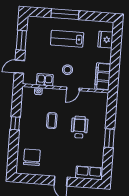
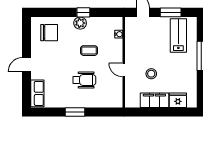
lab bench: (67, 39) -> (178, 35), moved
stool: (68, 70) -> (151, 74), moved
filing cabinet: (103, 77) -> (154, 100), moved
kitchen sink: (45, 80) -> (131, 40), removed
plant: (25, 127) -> (80, 23), added

